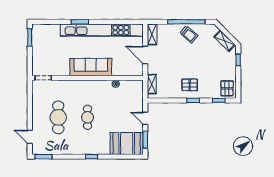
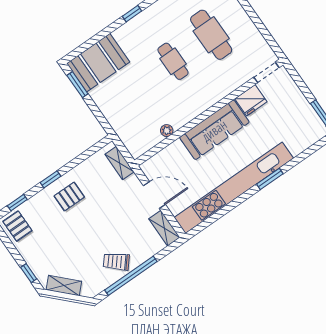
fridge: (61, 69) -> (251, 100), added
door: (145, 118) -> (97, 112), removed

